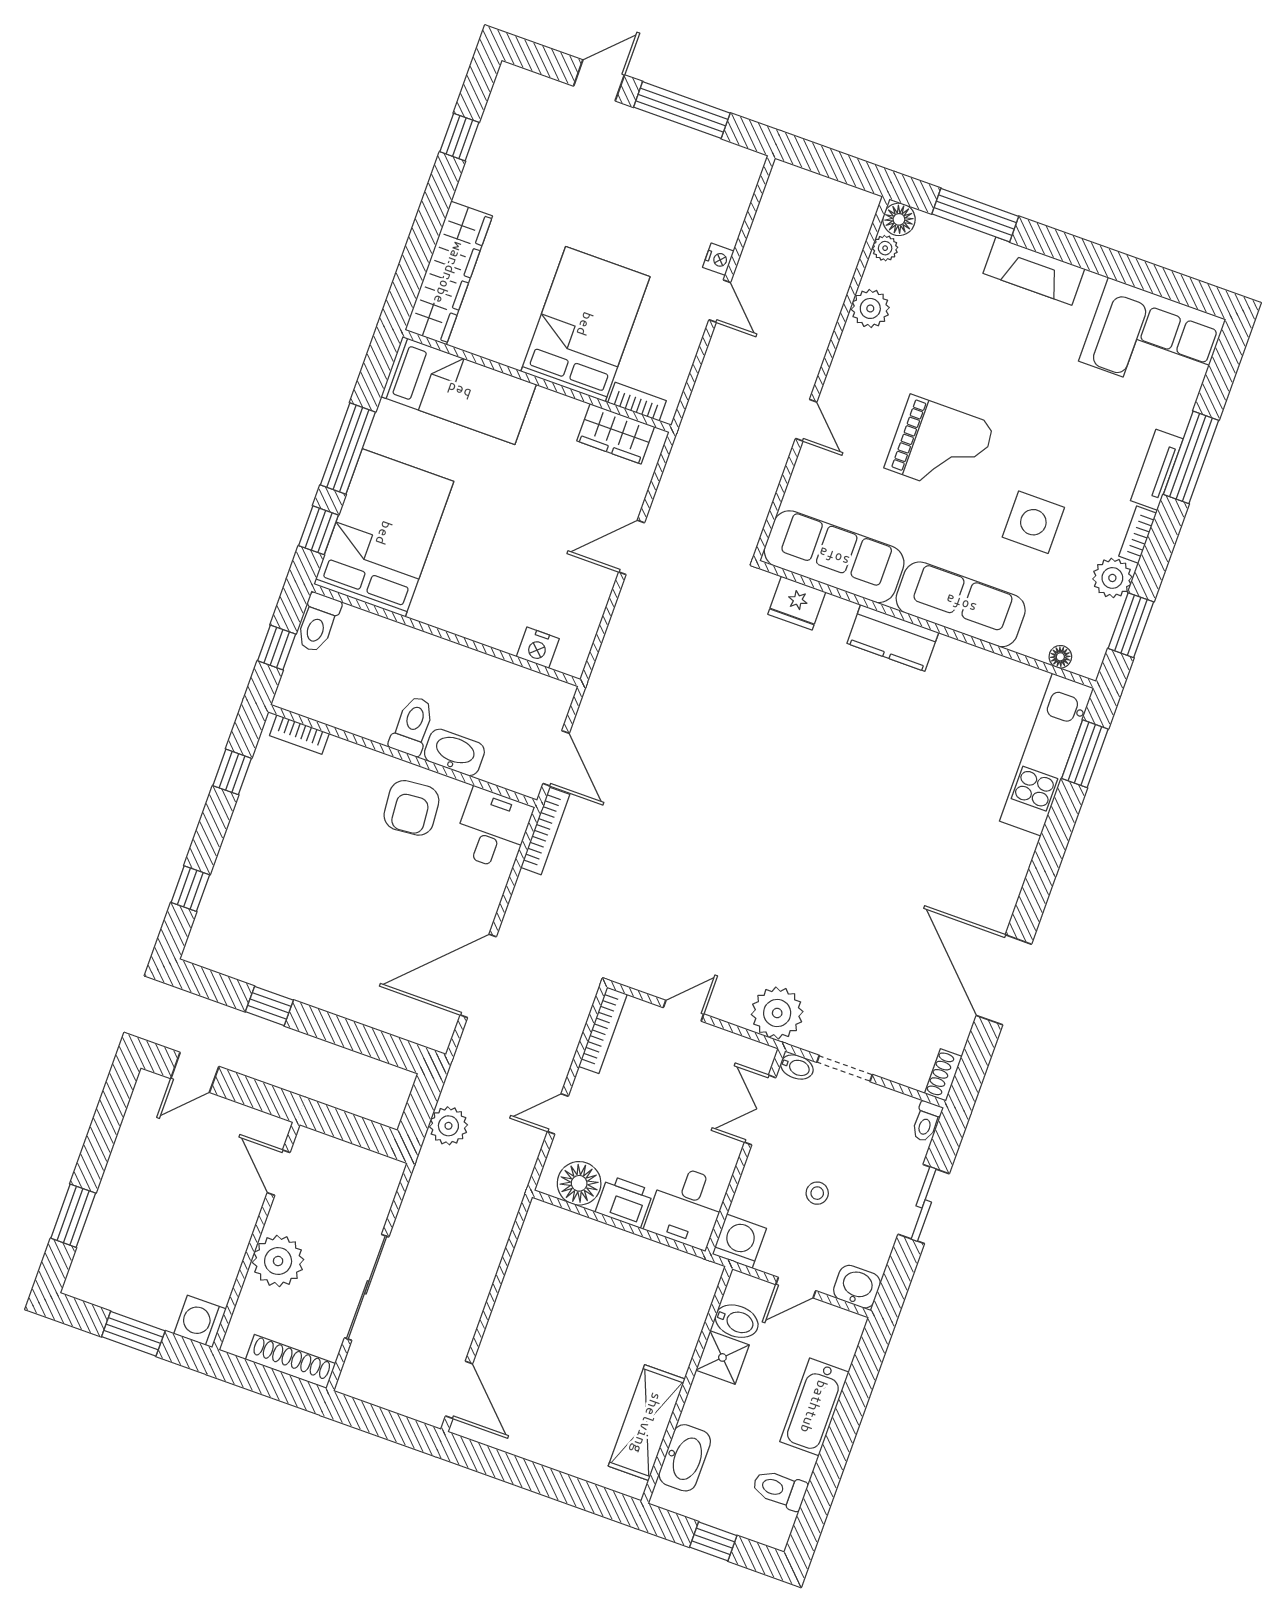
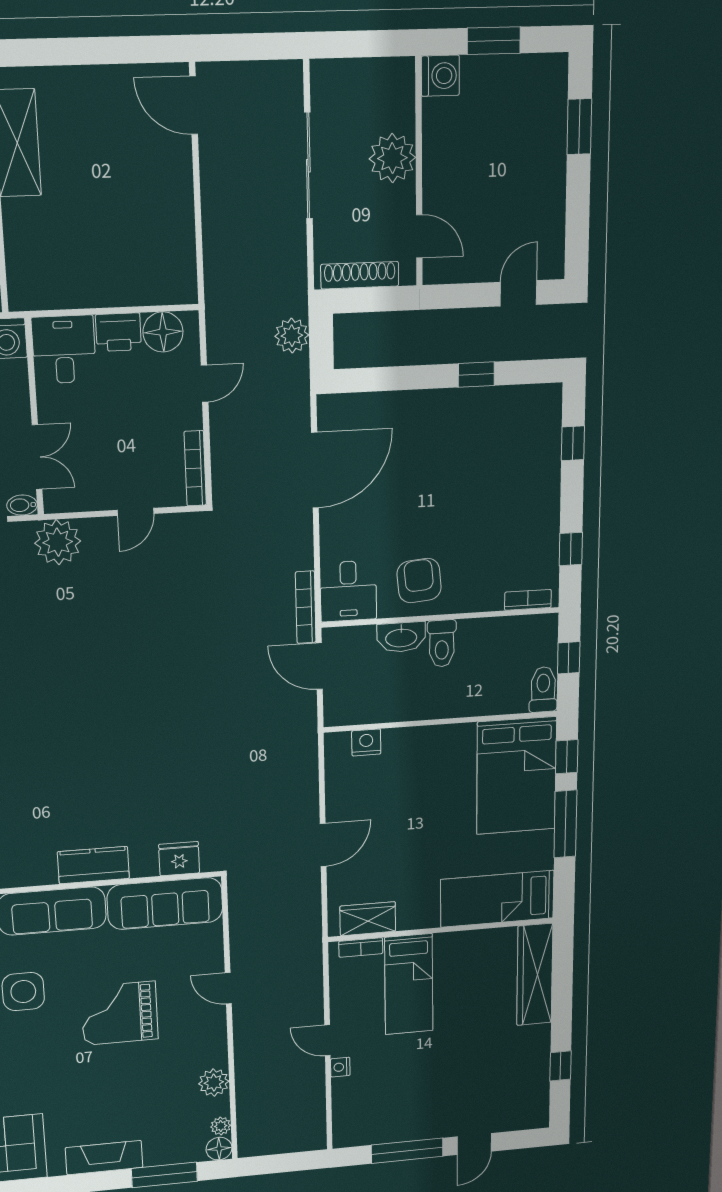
bed: (585, 324) -> (409, 984), width x0.67
shoe rack: (291, 1362) -> (360, 275), moved, turned 180

